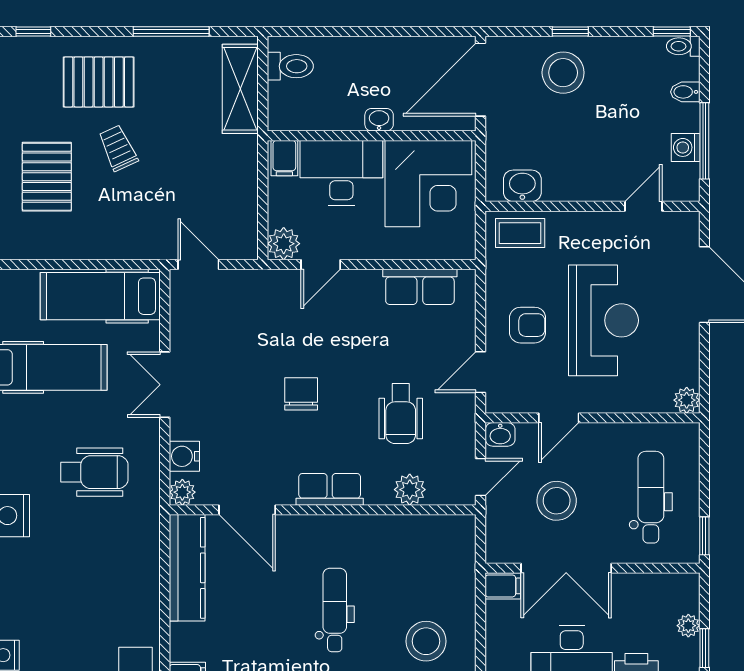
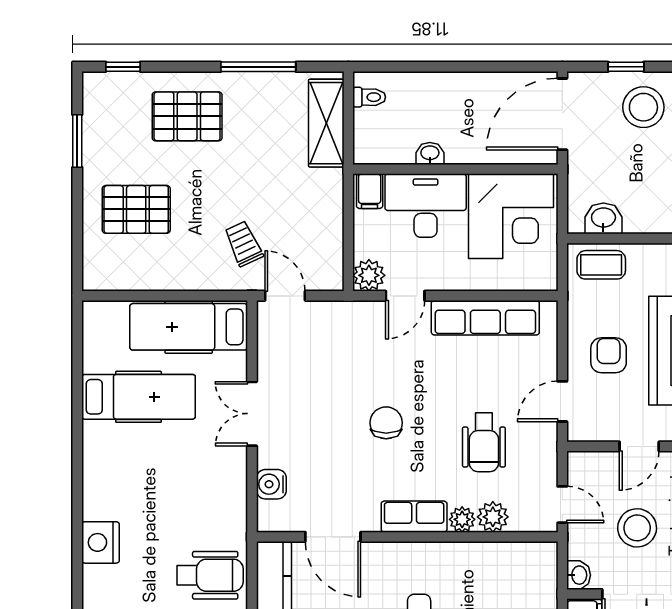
window: (570, 31) -> (626, 67), moved
toilet: (290, 66) -> (369, 97), width x0.73, depth x0.72
washbasin: (379, 120) -> (430, 153), moved
trolley: (118, 148) -> (244, 244), moved
pallet: (47, 177) -> (136, 209), turned 90
row of seats: (420, 287) -> (485, 318), width x1.48
armchair: (528, 325) -> (609, 355), turned -90
washbasin: (500, 434) -> (579, 575), moved, turned -90
wheelchair: (94, 472) -> (210, 575), moved
door: (481, 477) -> (562, 505), hinge flipped
plant: (182, 492) -> (462, 519), moved

